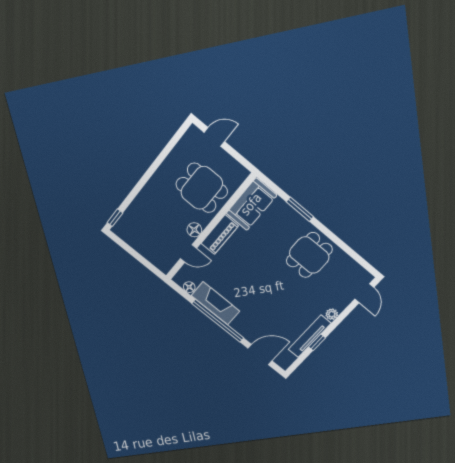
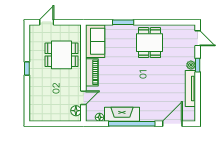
window: (115, 218) -> (27, 69), moved
floor lamp: (194, 230) -> (76, 111), moved
window: (317, 342) -> (198, 65), moved

